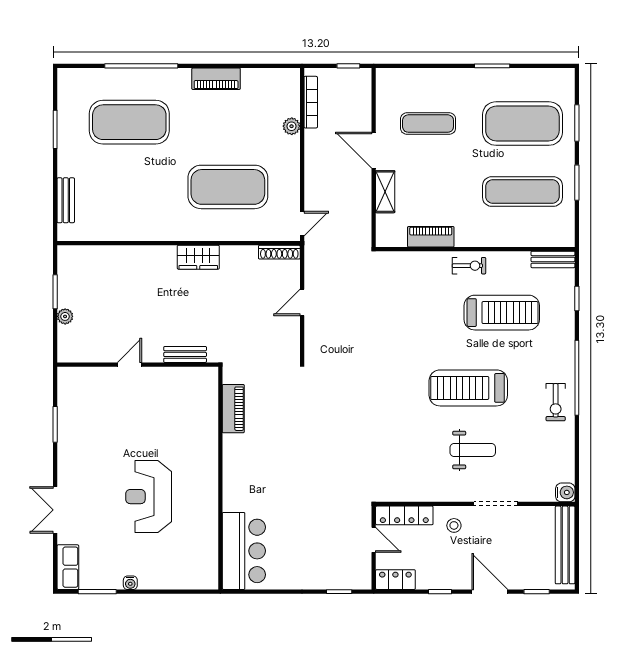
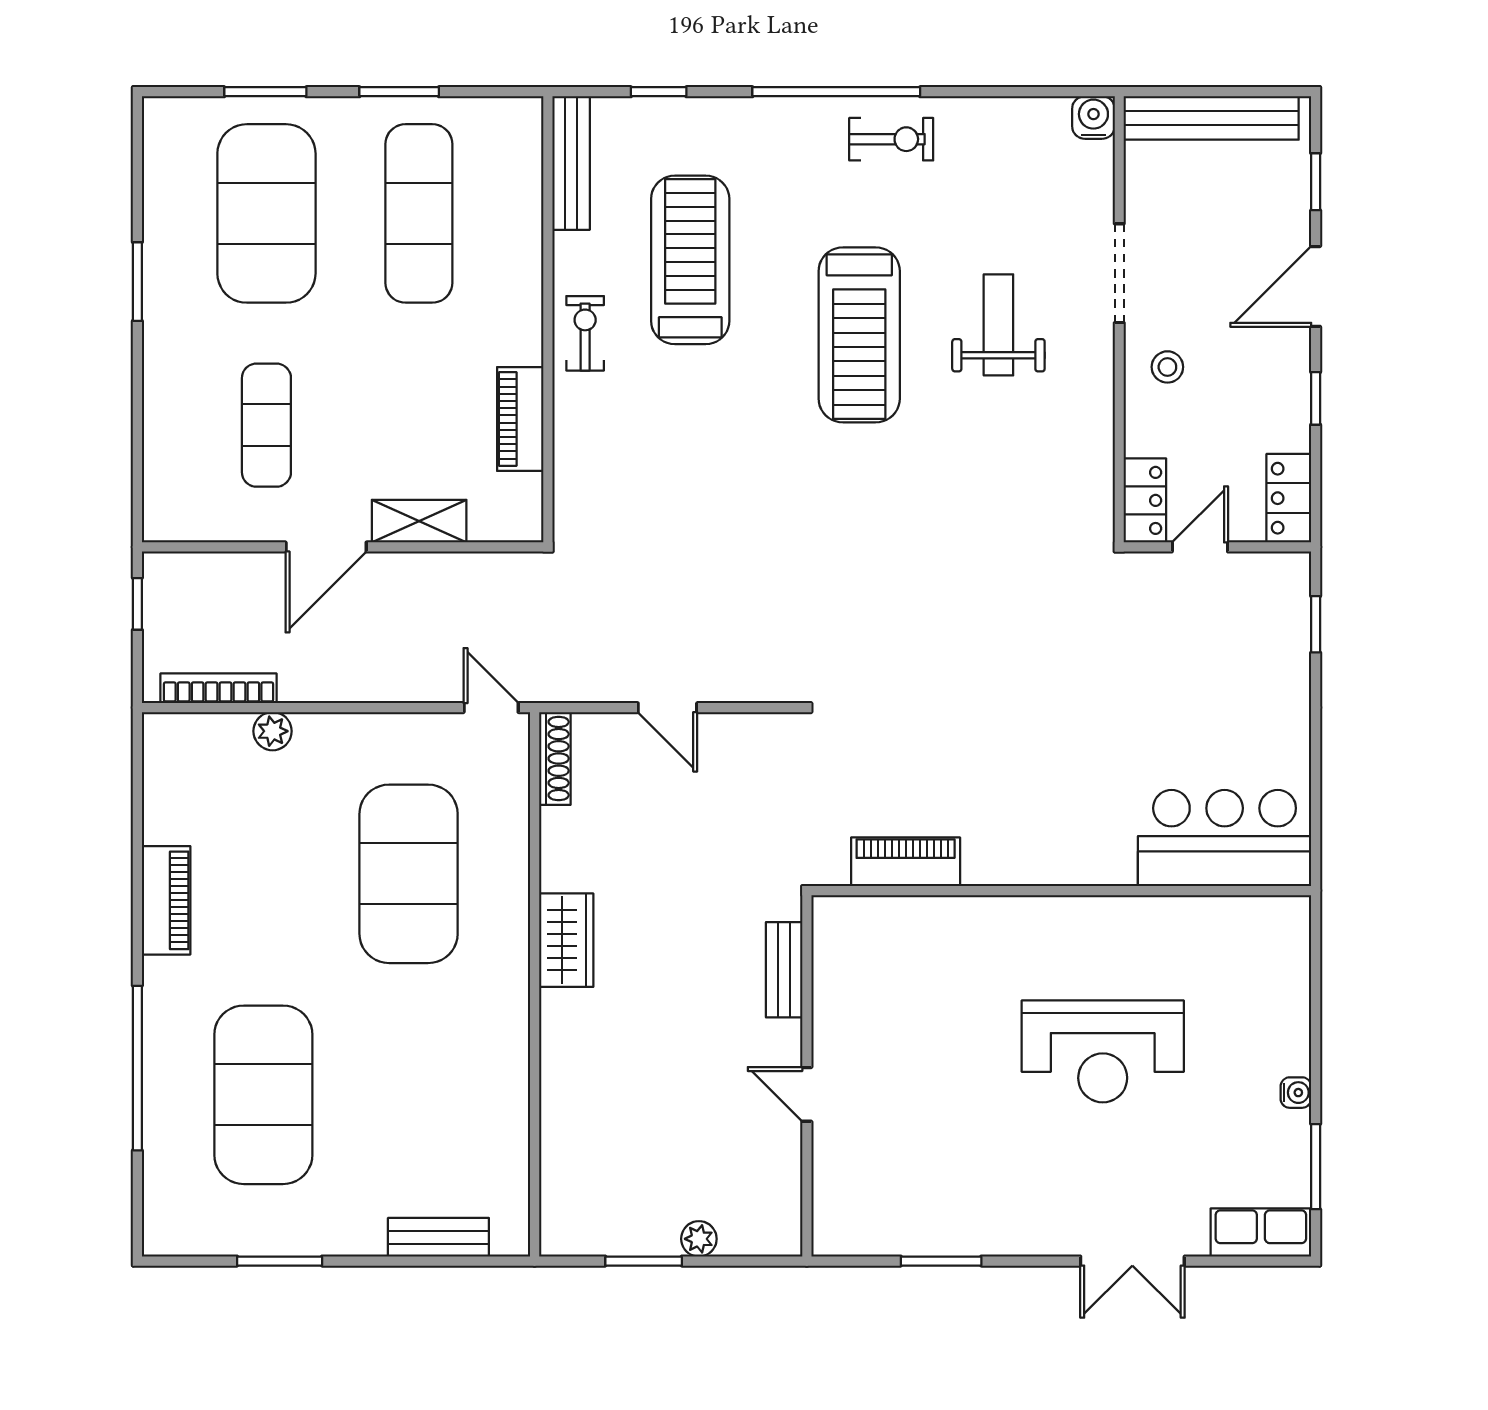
bench: (553, 259) -> (571, 163), width x1.36
locker: (404, 515) -> (1145, 500), width x0.66

